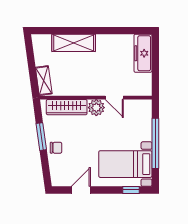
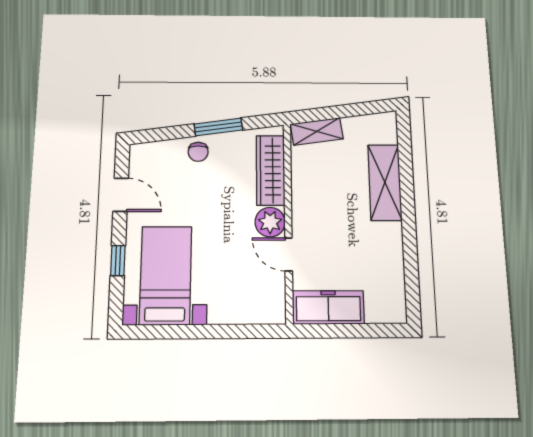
freezer: (143, 53) -> (328, 307), moved
door: (114, 98) -> (289, 254), hinge flipped
window: (155, 143) -> (203, 332), removed
window: (131, 190) -> (118, 261), moved

